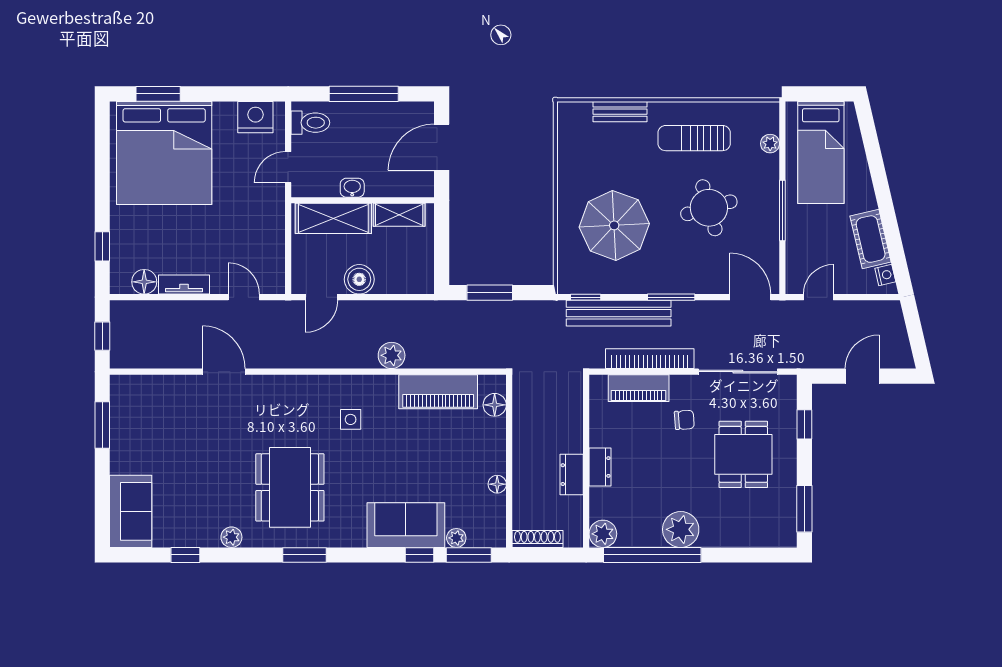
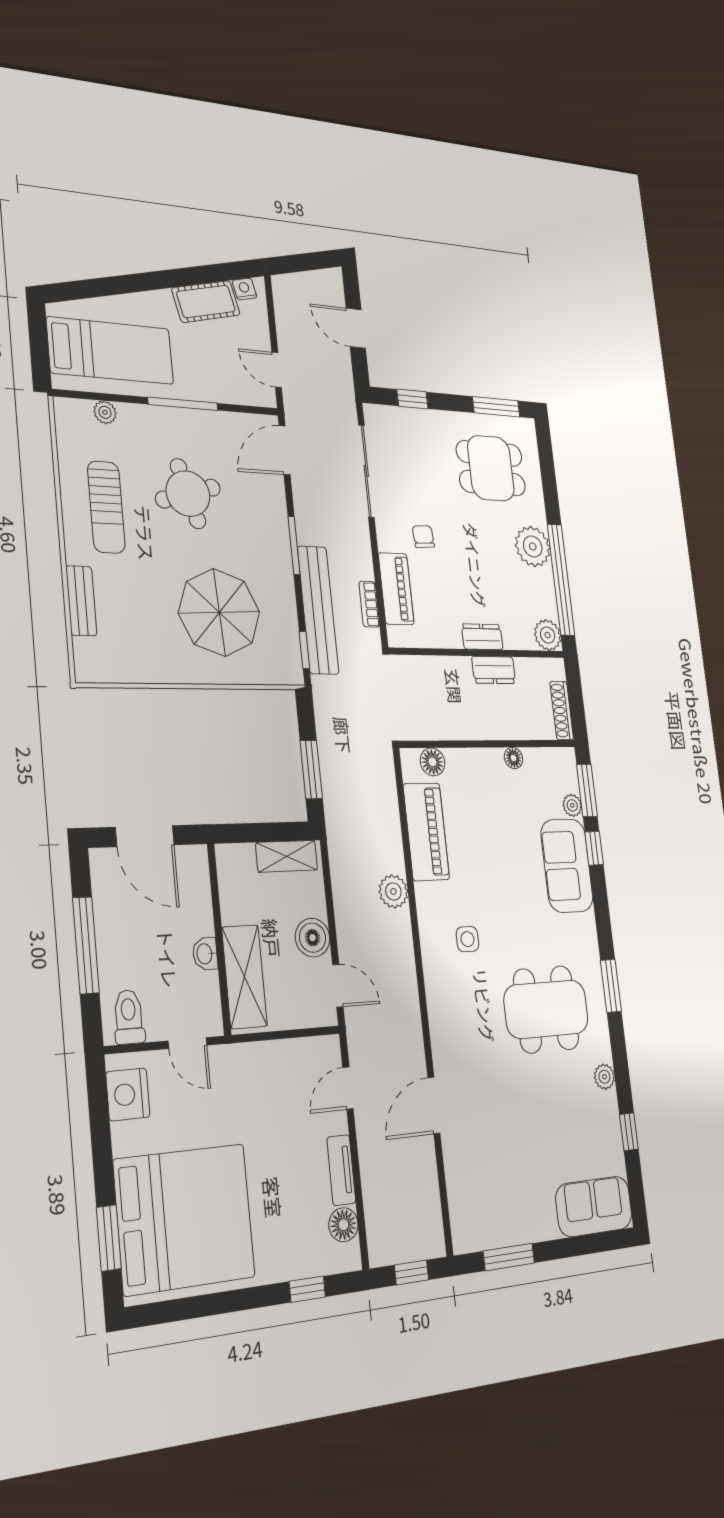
shelving: (399, 215) -> (287, 856), moved, turned 90
bookcase: (650, 359) -> (369, 604), width x0.43, depth x0.76
dining table: (743, 454) -> (491, 468), moved

